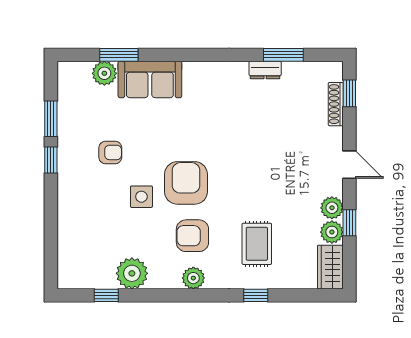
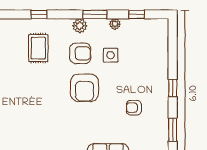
window: (51, 160) -> (173, 88), moved
side table: (141, 197) -> (111, 55), moved
plant: (132, 273) -> (115, 24), width x0.53, depth x0.53
window: (170, 295) -> (95, 14), added

